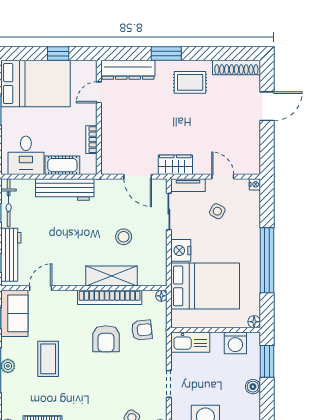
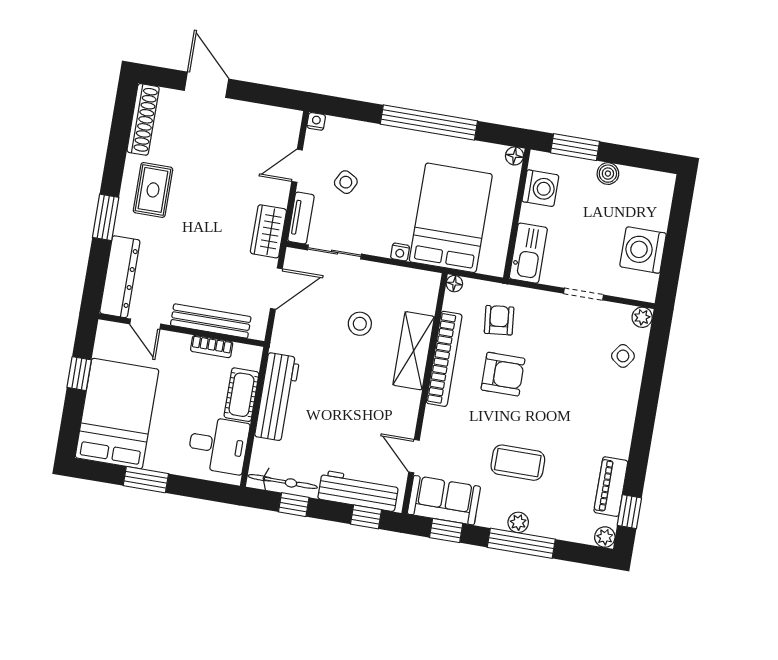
bench: (108, 136) -> (211, 321), added
nightstand: (181, 250) -> (400, 252), width x0.53, depth x0.56

